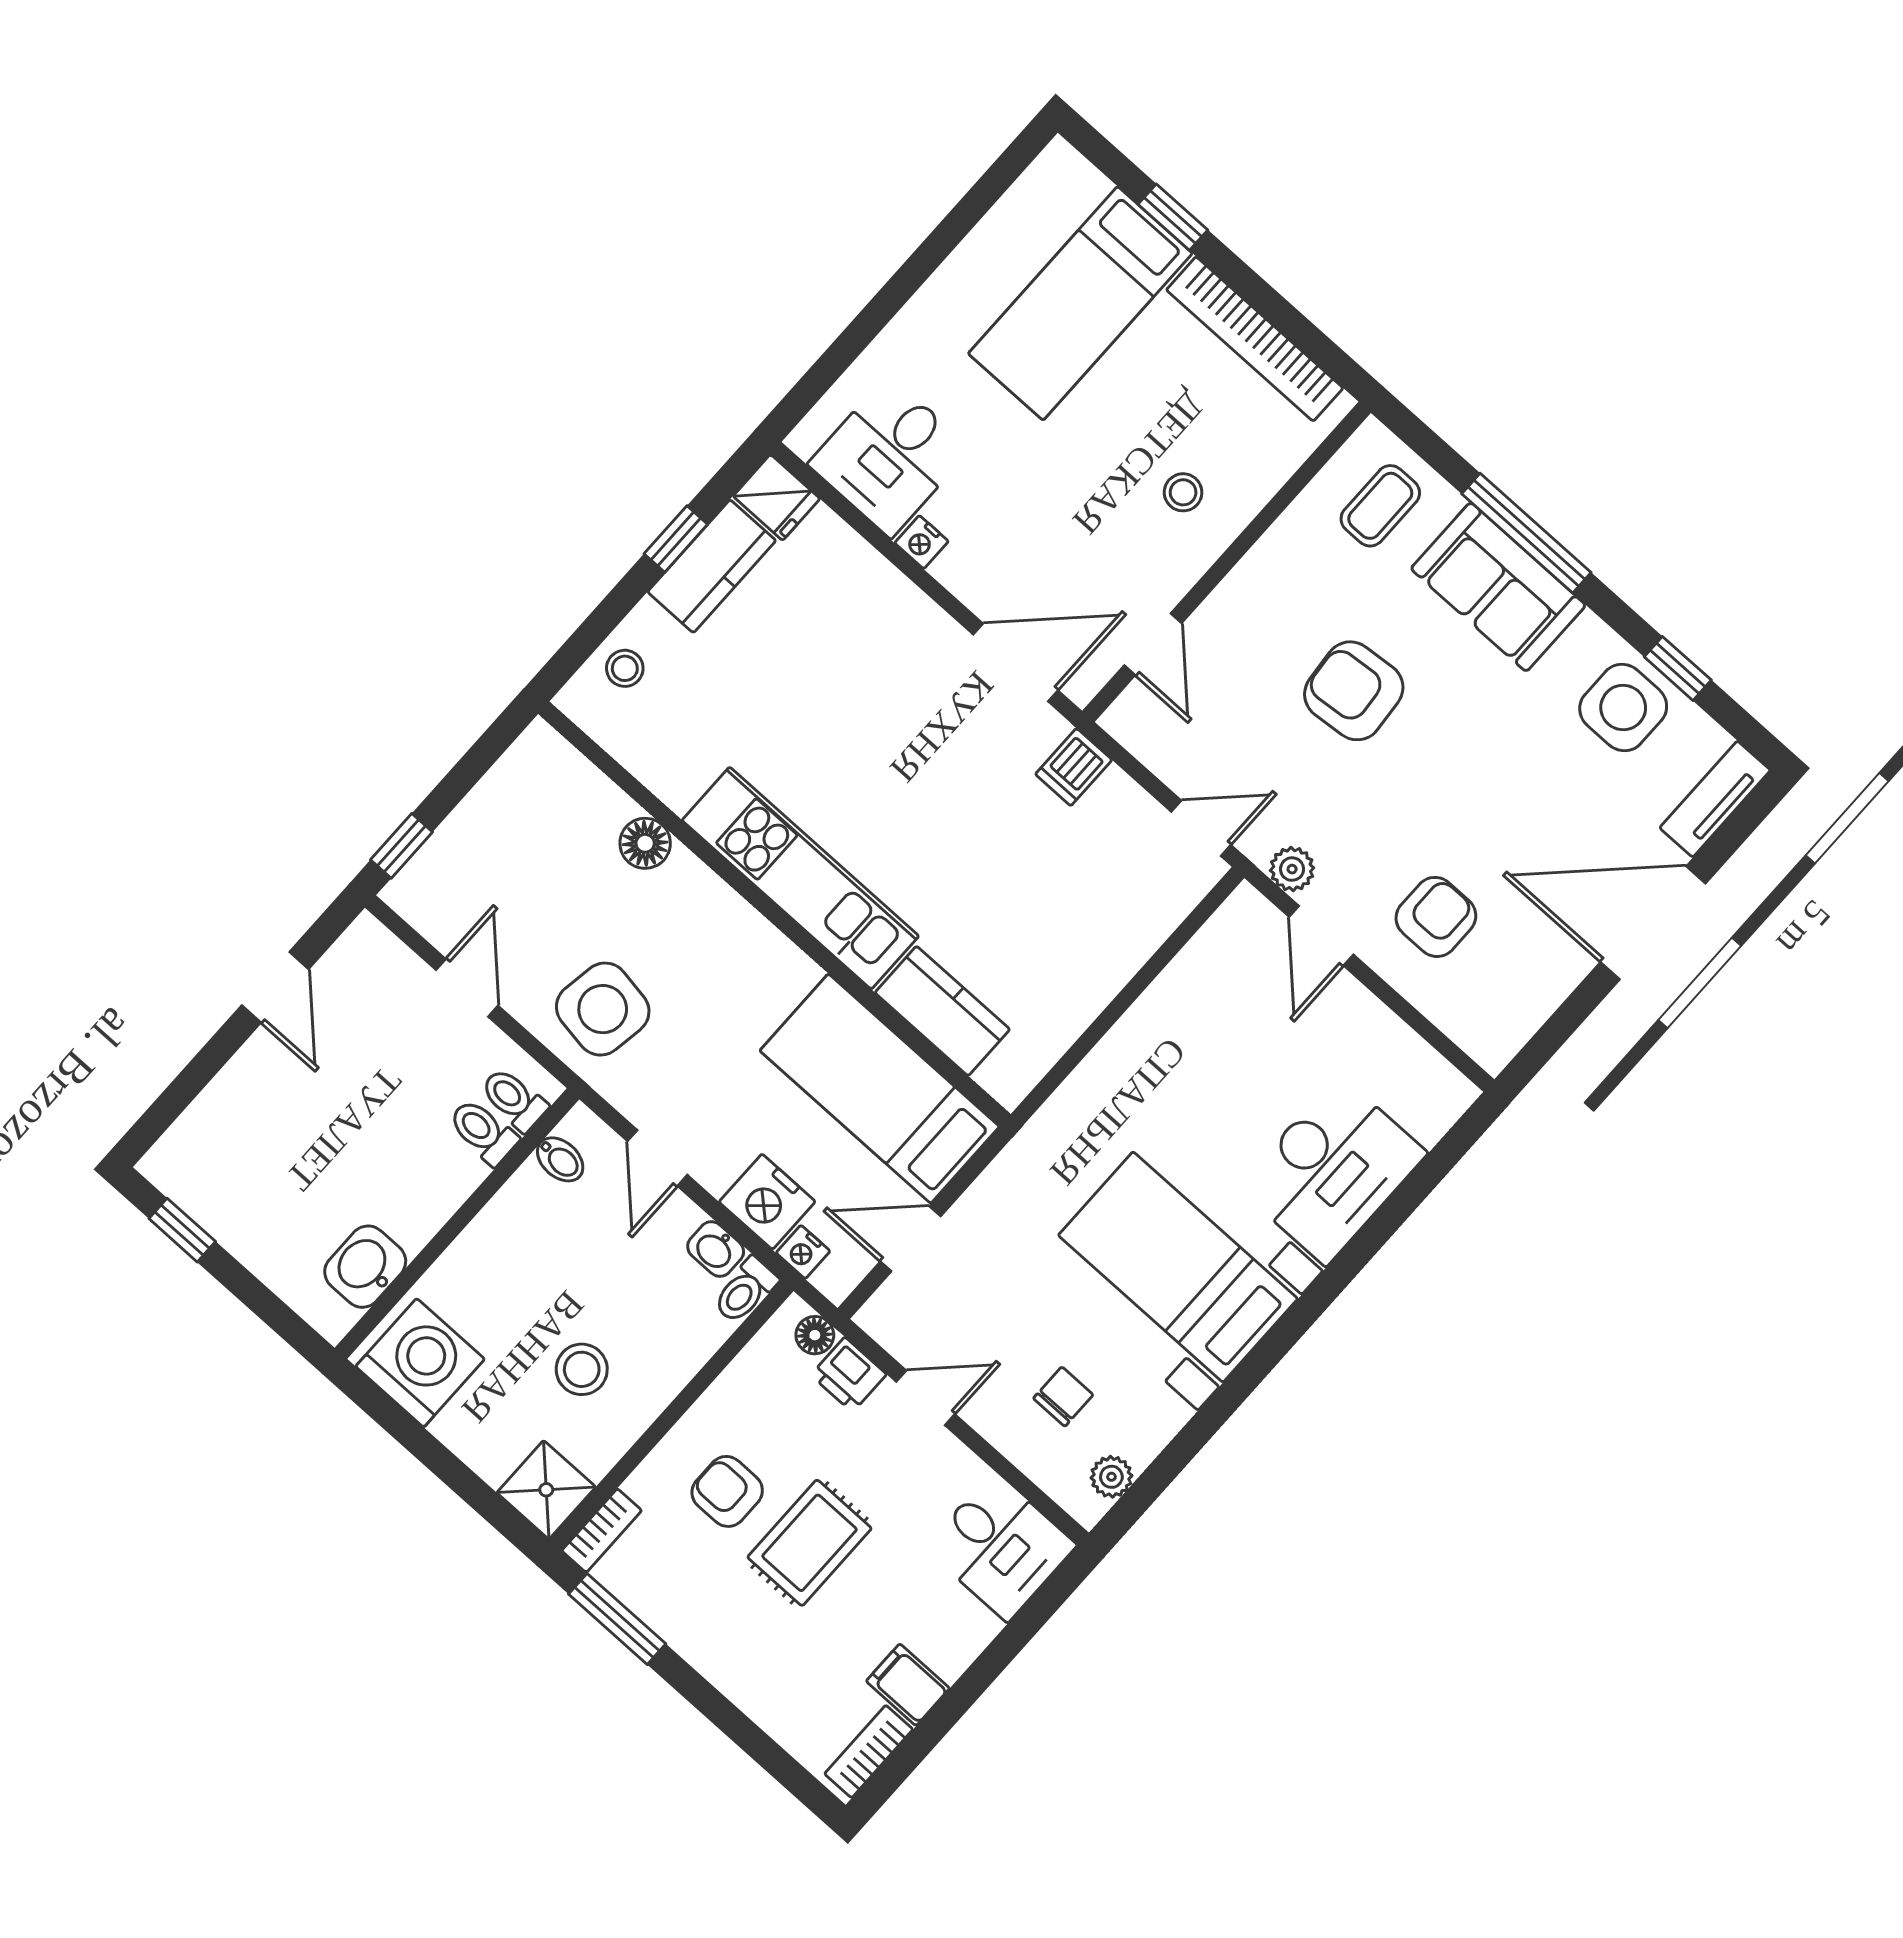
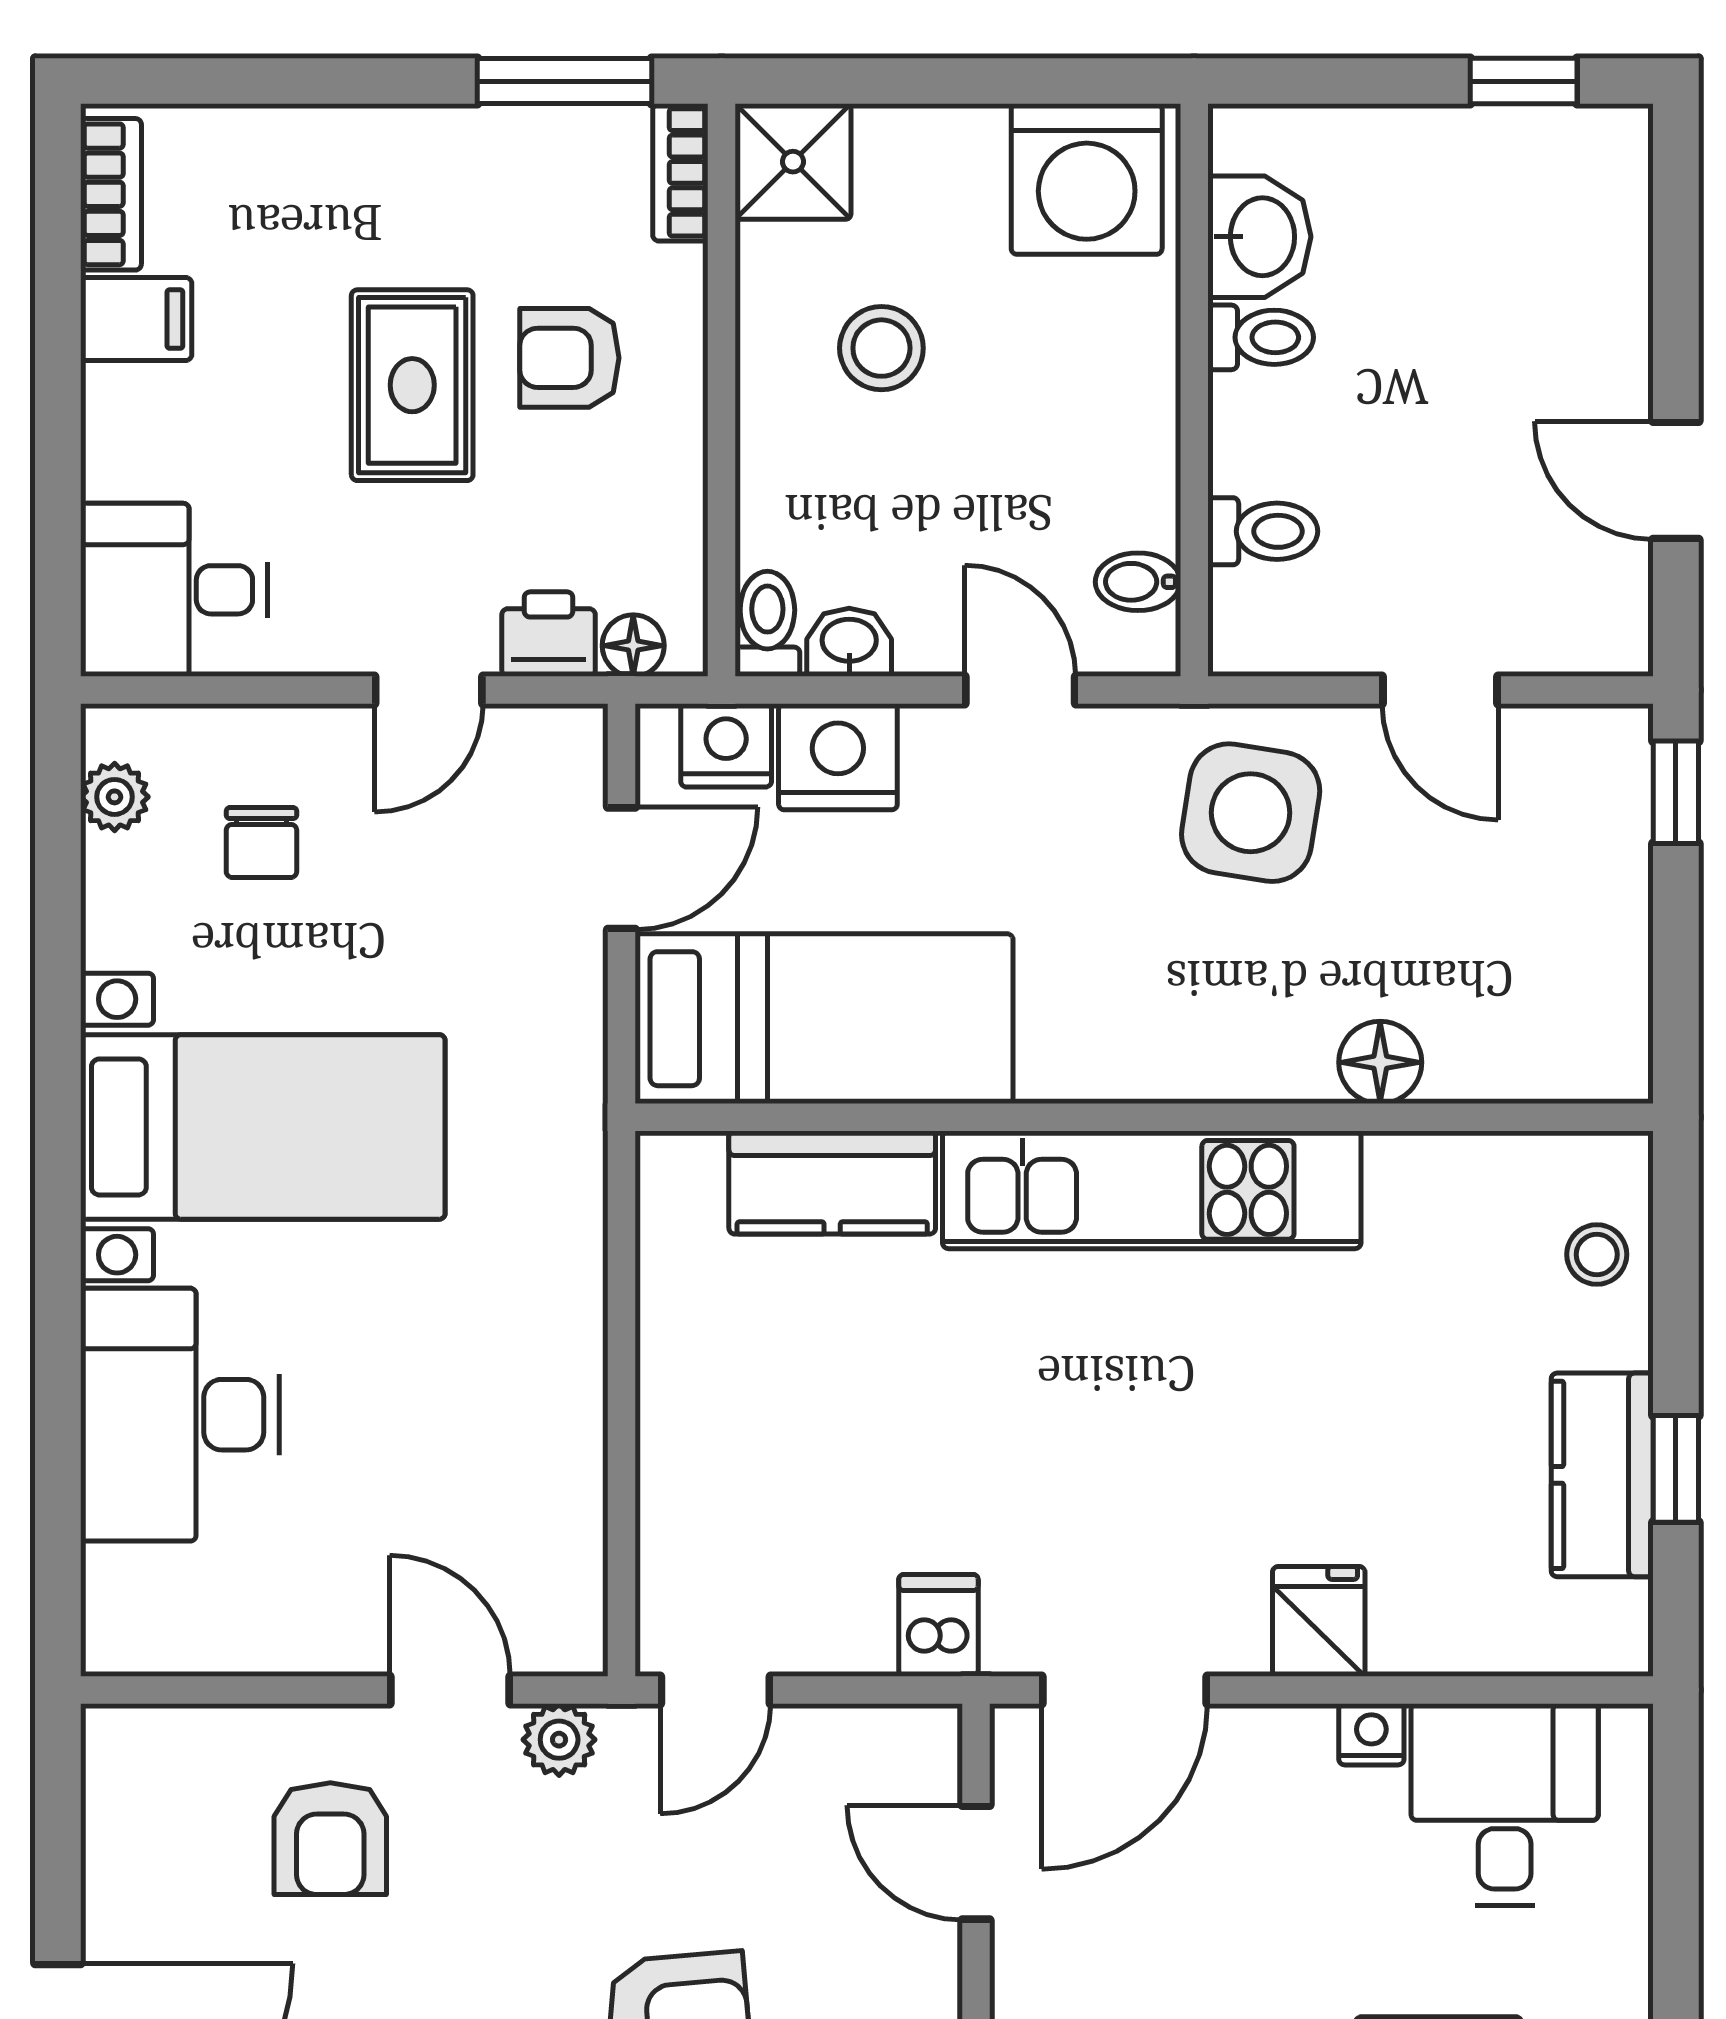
fridge: (776, 497) -> (1319, 1621), moved, turned 90
toilet: (514, 1099) -> (1261, 337), moved
nightstand: (803, 1252) -> (726, 745), width x1.39, depth x1.35
armchair: (727, 1491) -> (569, 358), turned 180

